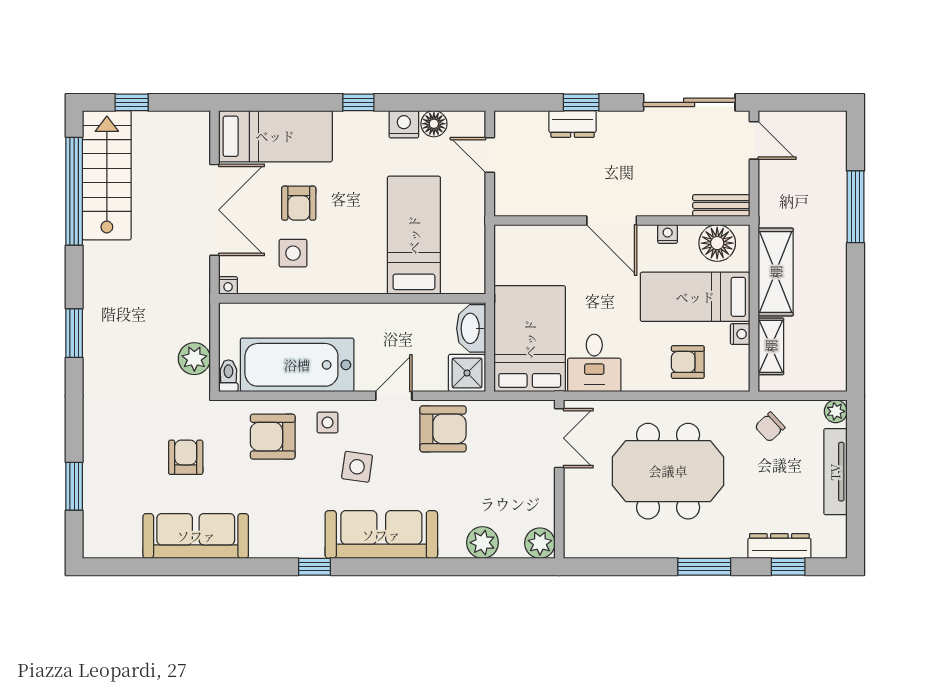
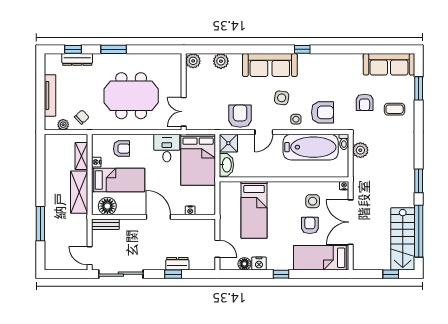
nightstand: (668, 234) -> (190, 210), moved
window: (74, 333) -> (419, 181), moved
plant: (836, 411) -> (63, 125), moved
armchair: (443, 429) -> (240, 116), turned 90
coffee table: (124, 443) -> (395, 109), added
sofa: (196, 536) -> (389, 64), moved

